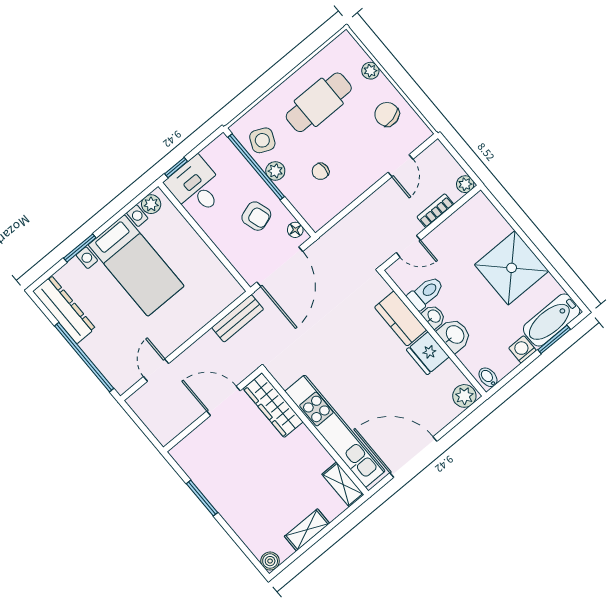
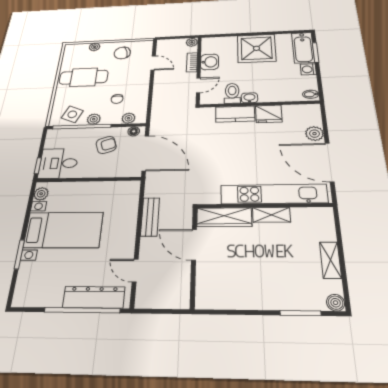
cafe table: (319, 102) -> (84, 77), turned 90
plant: (307, 209) -> (129, 118), added
dresser: (64, 310) -> (94, 297), moved
bench: (238, 318) -> (150, 217), moved
washbasin: (455, 335) -> (210, 62), moved, turned 90
plant: (464, 396) -> (314, 134), moved
door: (223, 401) -> (194, 245), hinge flipped
door: (413, 457) -> (330, 162), hinge flipped
shelving: (343, 484) -> (271, 215), moved
window: (202, 498) -> (300, 313), moved

